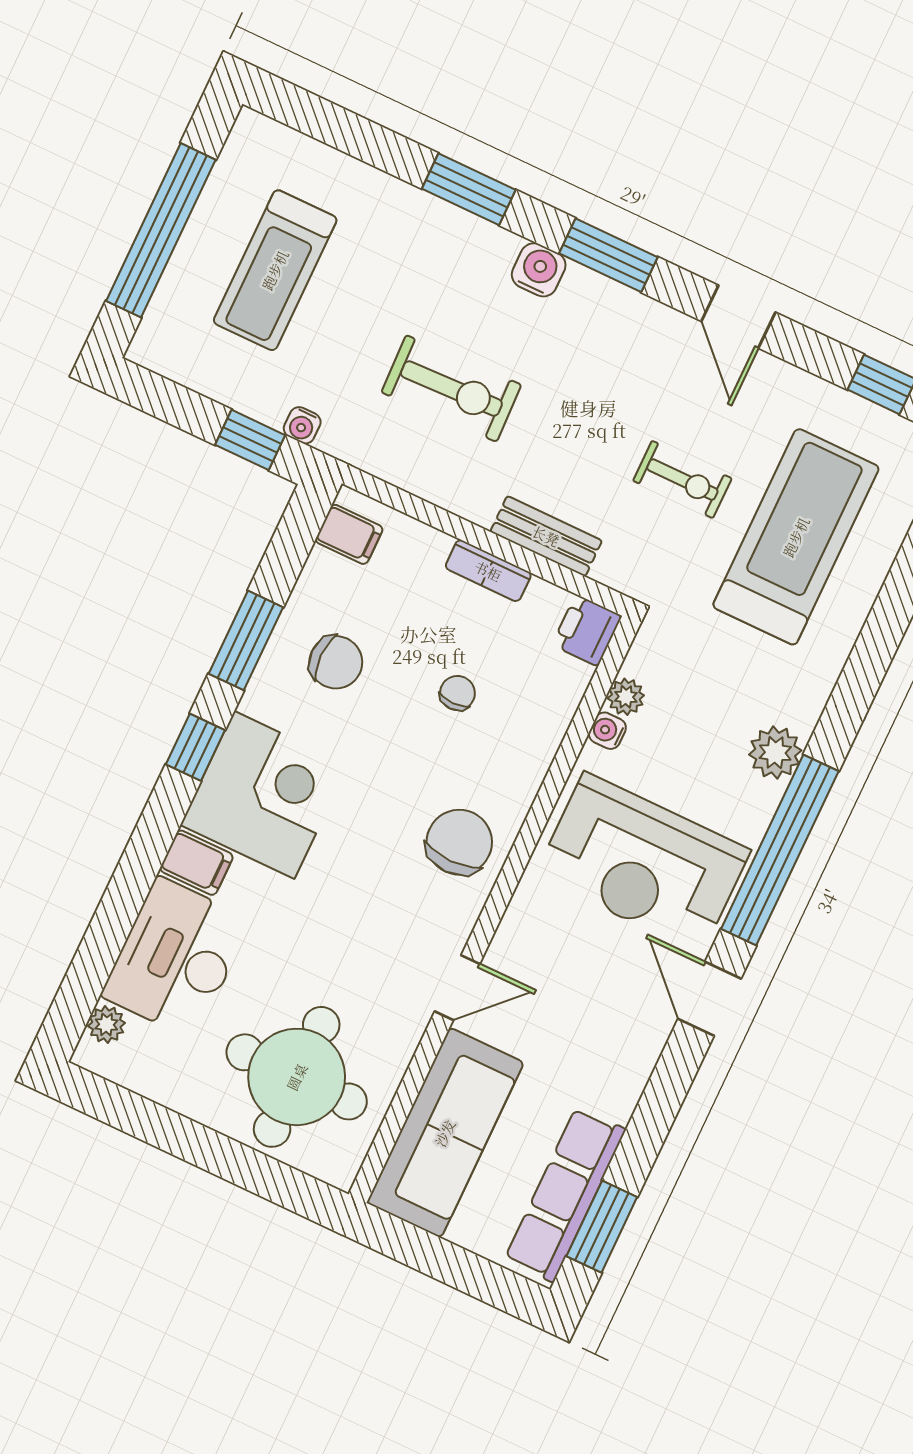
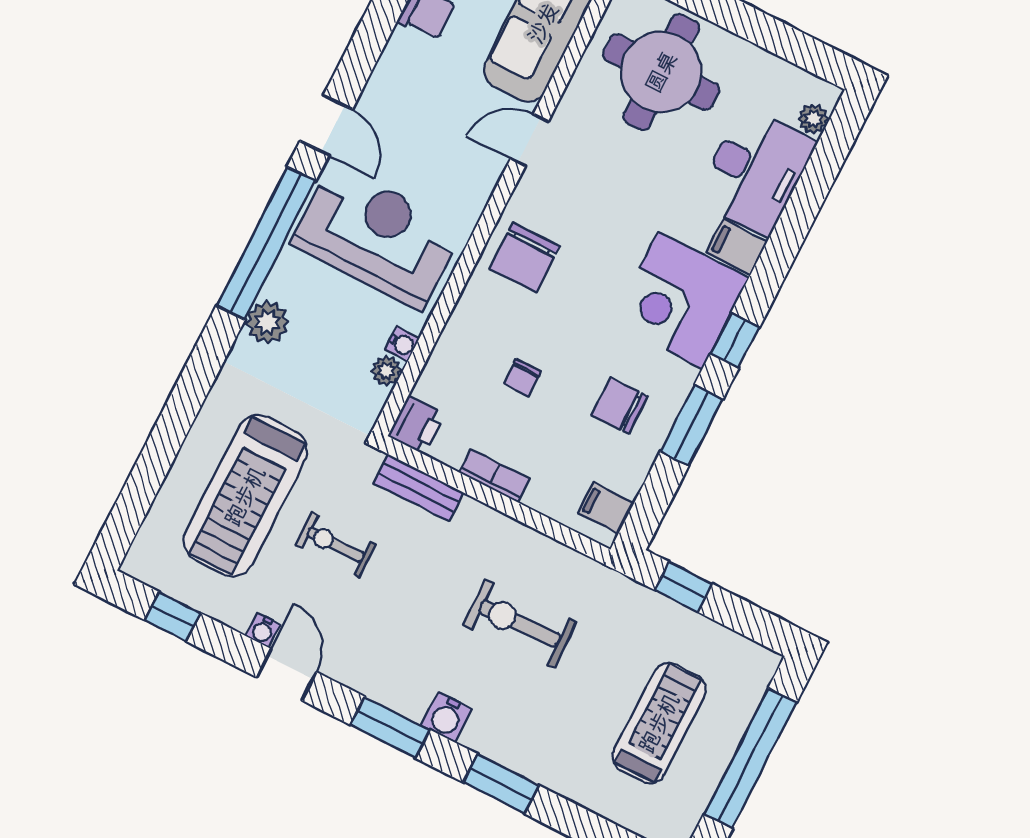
water cooler: (302, 425) -> (263, 630), moved, turned 180
bench: (546, 536) -> (418, 488), moved

